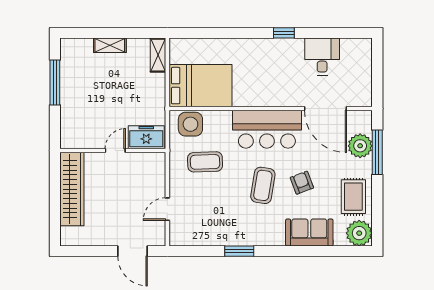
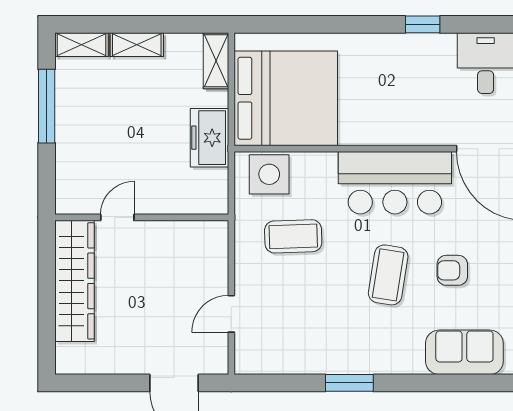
shelving: (76, 45) -> (81, 45), added
bed: (200, 86) -> (286, 98), width x1.36
freezer: (146, 137) -> (209, 138), moved, turned -90
door: (115, 150) -> (117, 217), moved
armchair: (302, 183) -> (452, 270), turned -69

